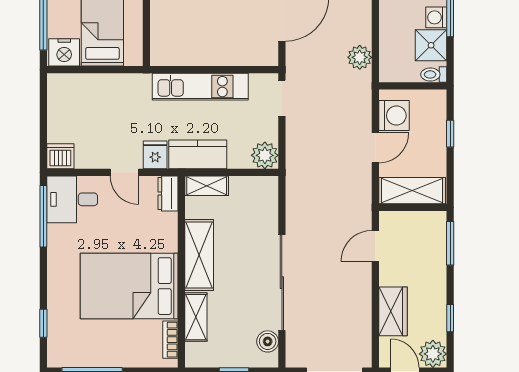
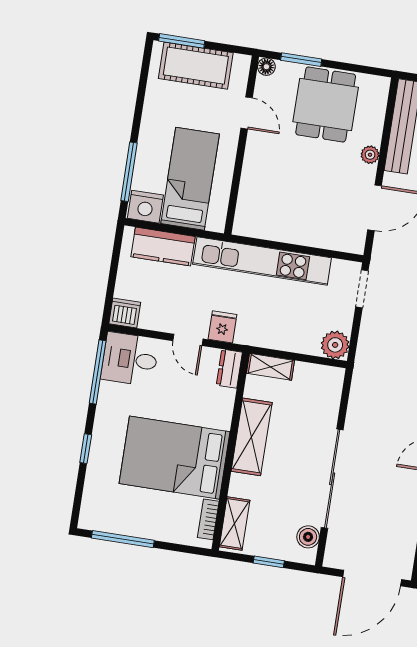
kitchen unit: (200, 87) -> (262, 261), width x1.36
kitchen counter: (198, 154) -> (163, 247), moved, turned 180
shelving: (196, 317) -> (235, 524), moved
window: (43, 323) -> (86, 449), moved

